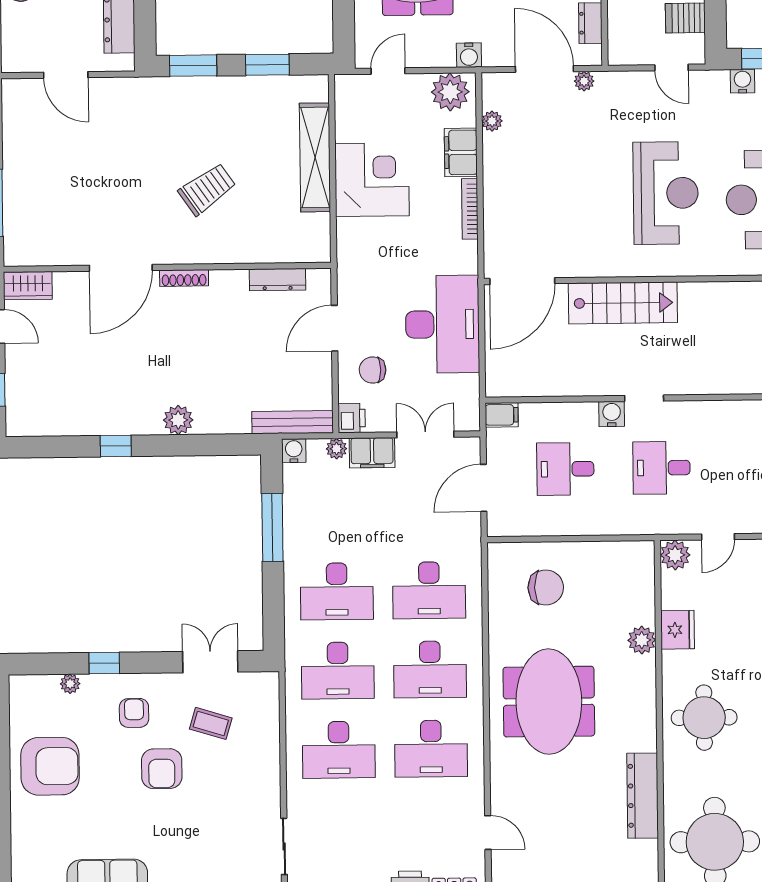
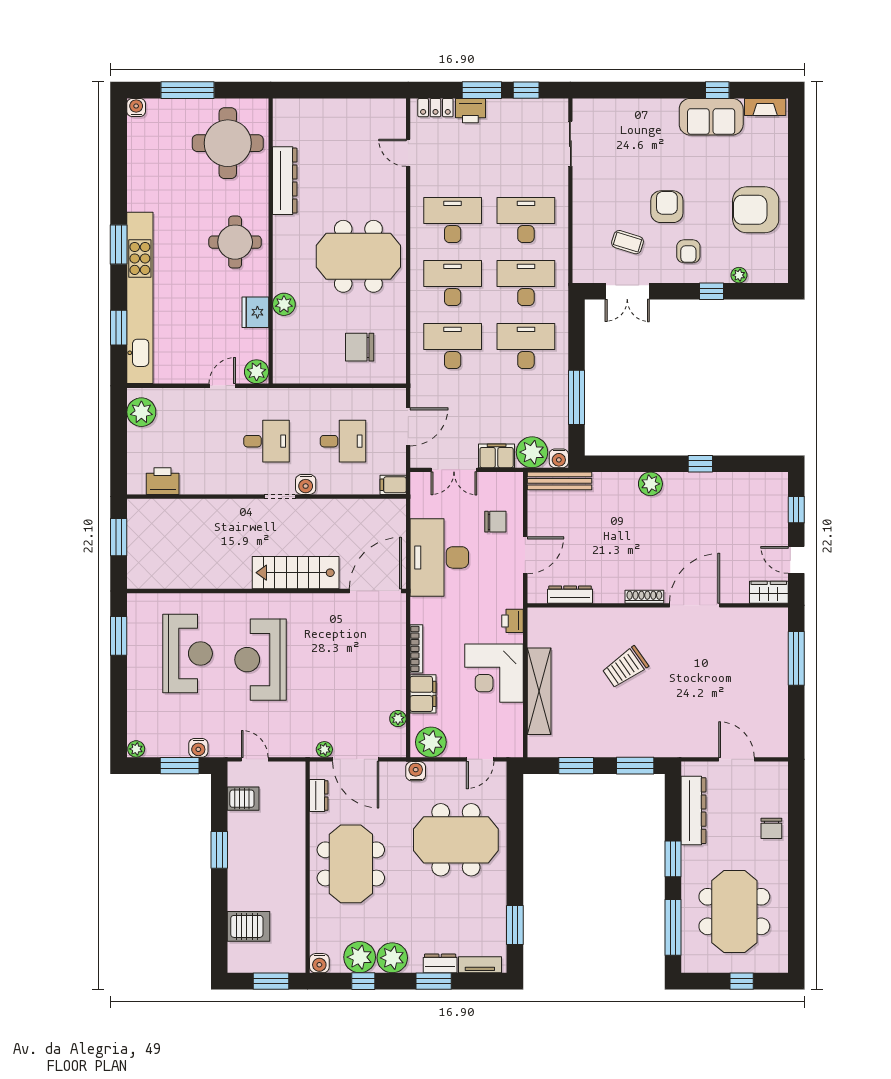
printer: (352, 418) -> (512, 621), moved
plant: (337, 449) -> (532, 452), width x1.88, depth x1.88
meeting table: (549, 702) -> (358, 256), turned 90

